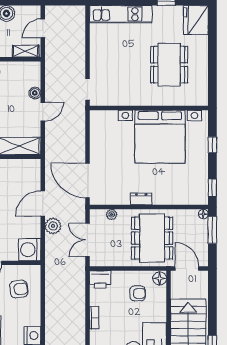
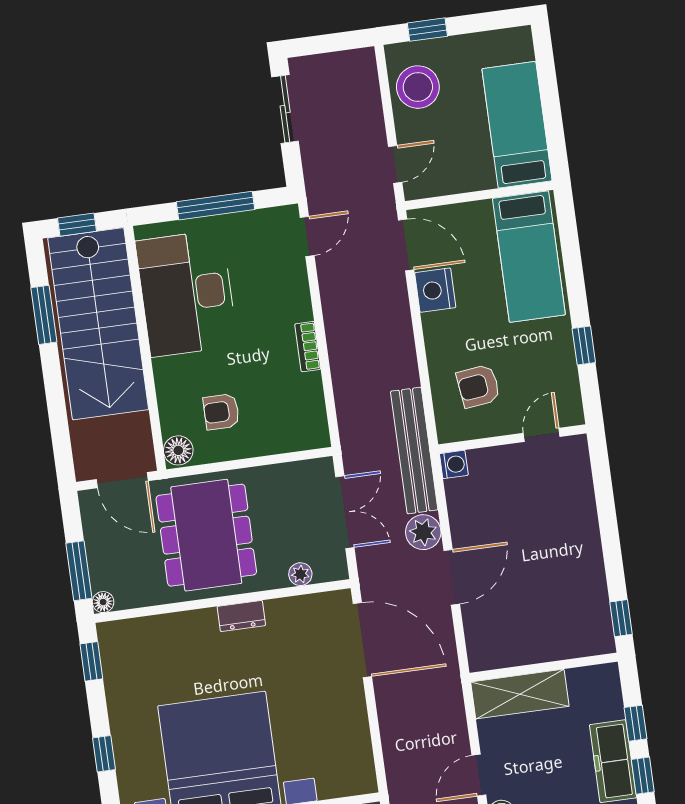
washing machine: (30, 250) -> (454, 464), width x0.53, depth x0.53
bench: (52, 264) -> (414, 451), added
printer: (100, 279) -> (306, 431), removed

